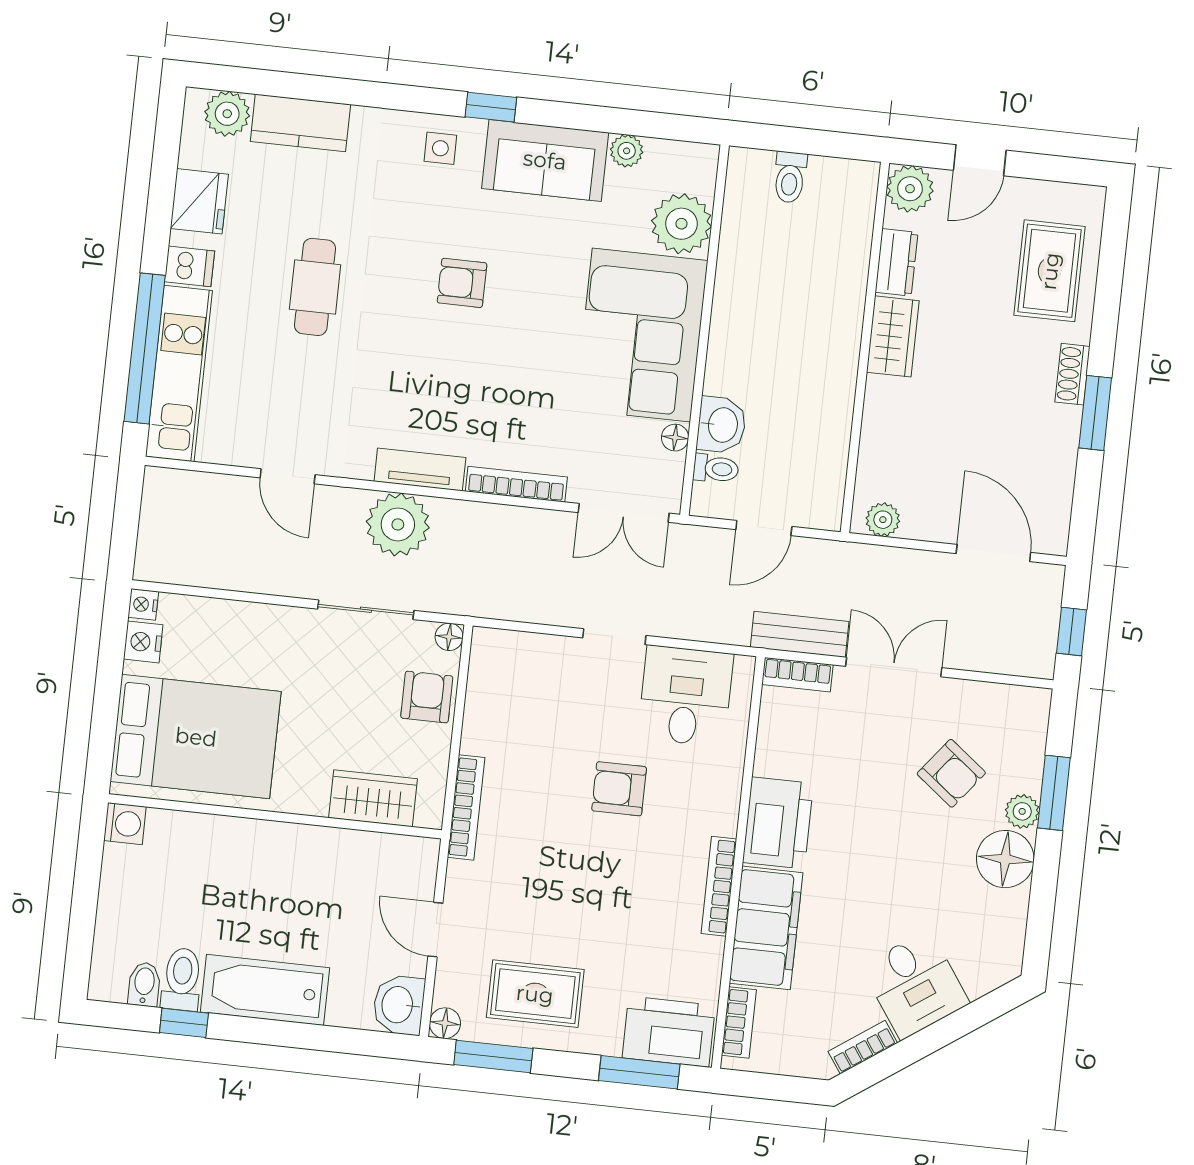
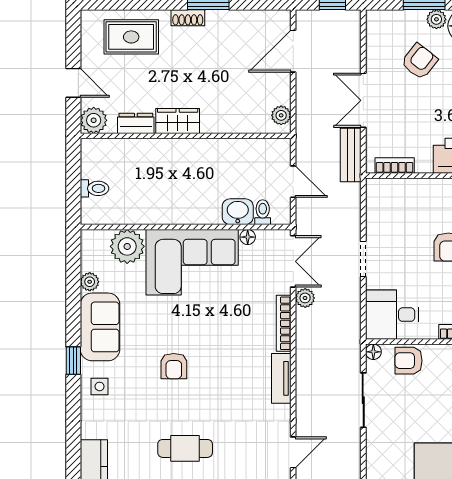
plant: (398, 524) -> (305, 298), moved, width x0.53, depth x0.53
bookcase: (797, 675) -> (395, 165), moved, turned -90
desk: (686, 696) -> (392, 315), moved

